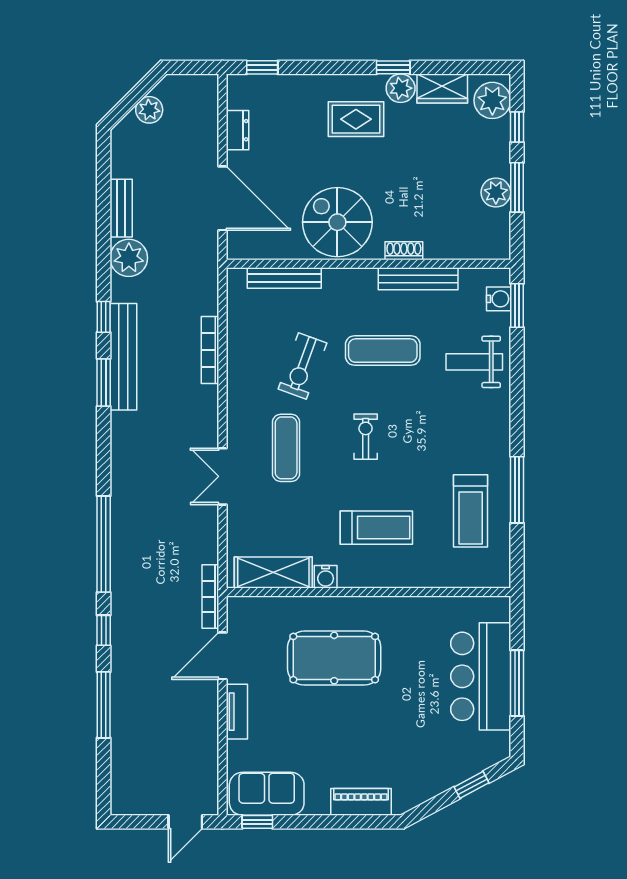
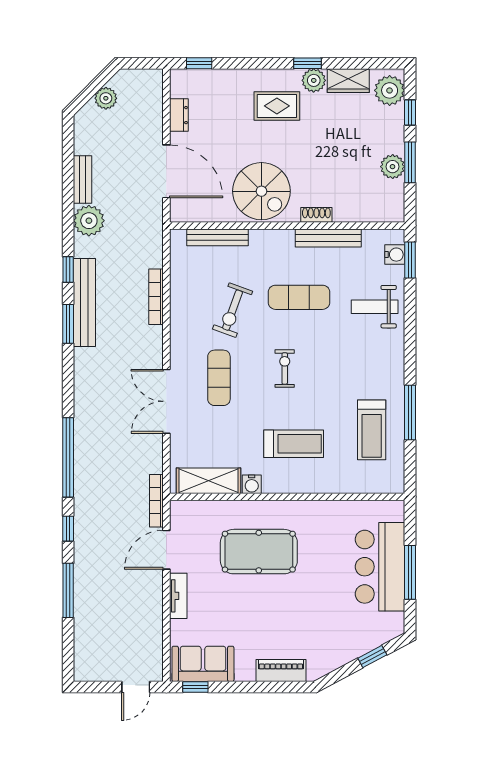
spiral stairs: (337, 222) -> (261, 191), turned 180
double door: (222, 476) -> (166, 401), width x1.37

